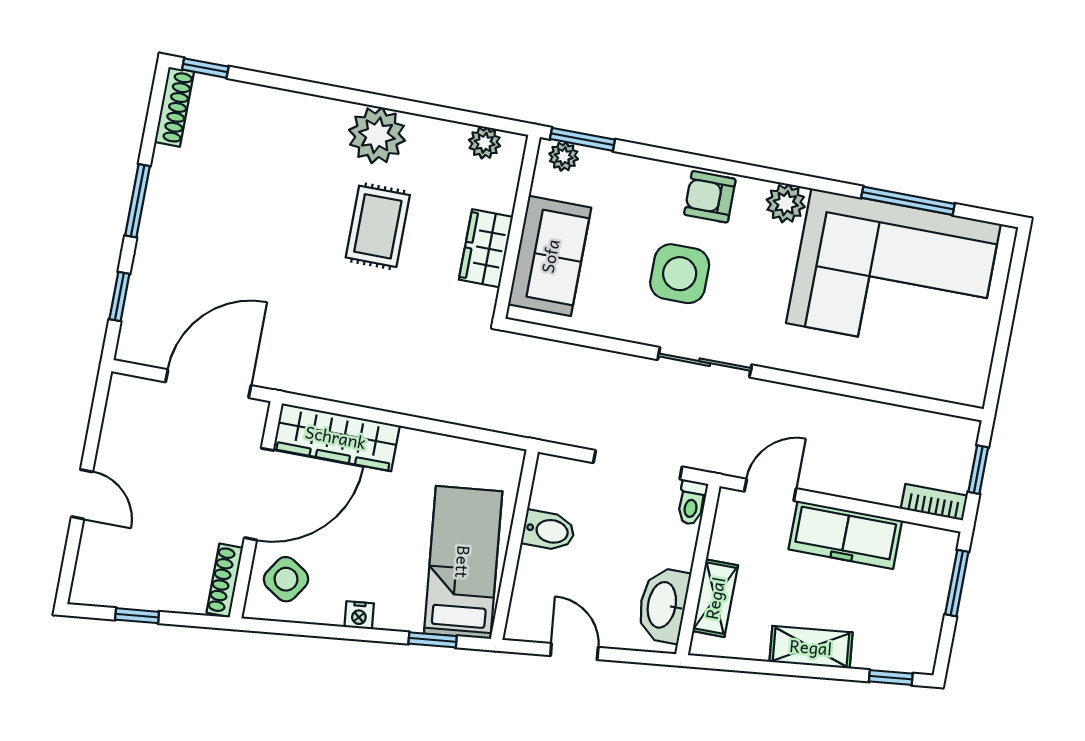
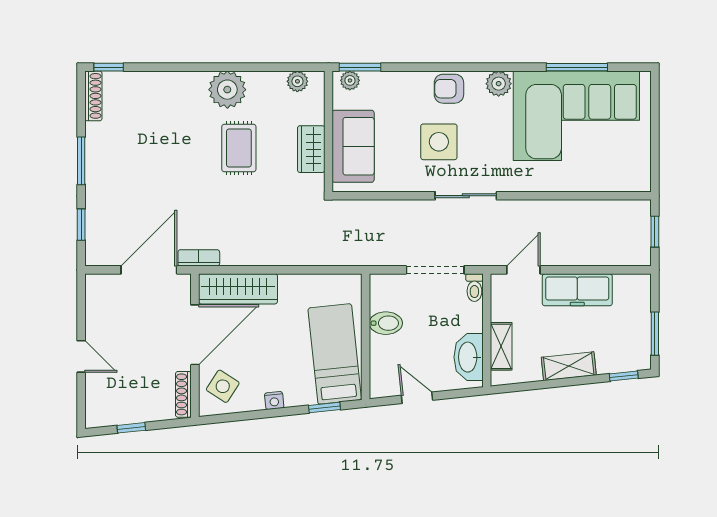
bookcase: (934, 502) -> (199, 258), moved
window: (957, 583) -> (655, 334), moved

